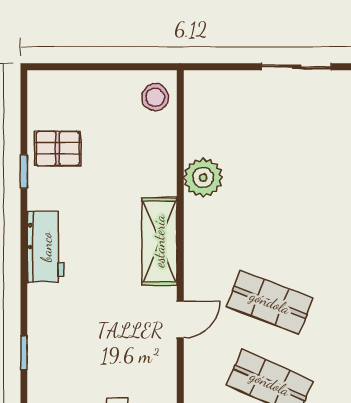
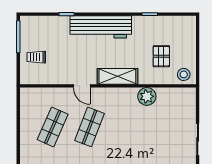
pallet: (58, 148) -> (161, 56), moved
workbench: (46, 247) -> (101, 27), width x1.88, depth x1.32

